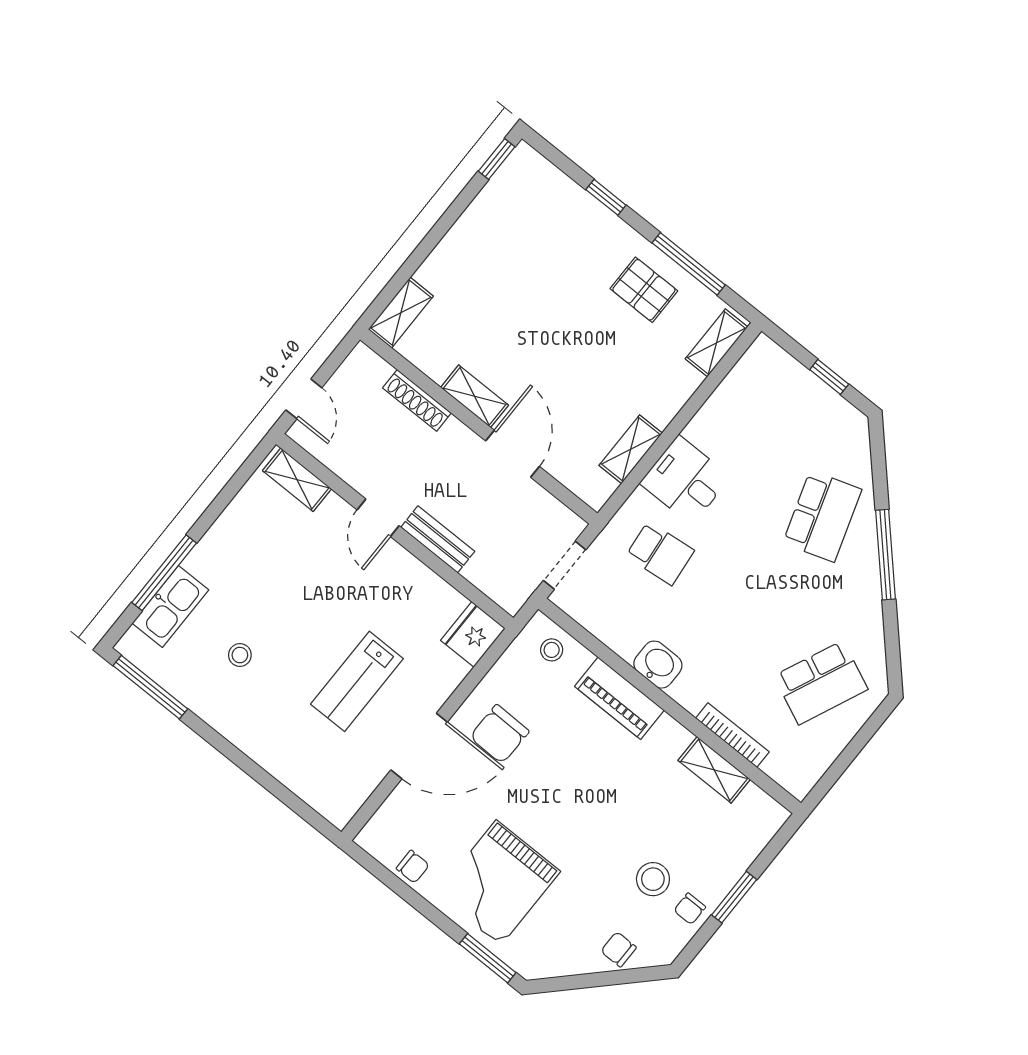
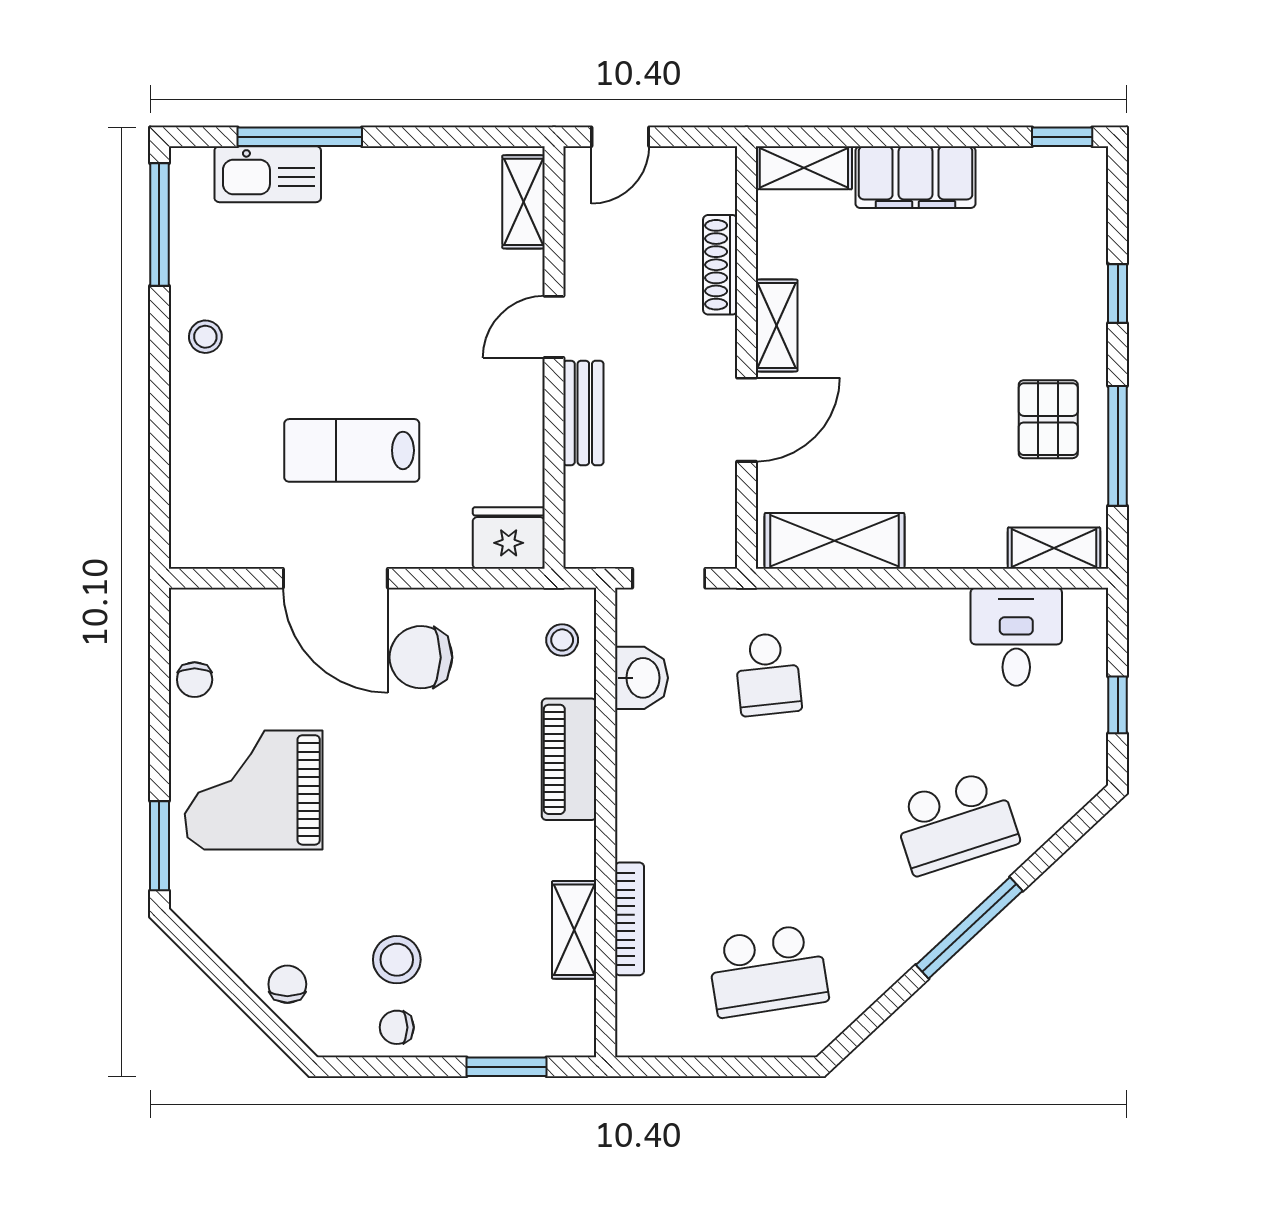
filing cabinet: (455, 256) -> (915, 177), added
shelving: (631, 449) -> (834, 541), width x1.50, depth x1.33
desk: (685, 480) -> (1016, 637), moved
stool: (240, 655) -> (205, 337), moved
washbasin: (658, 665) -> (641, 678), moved
school desk: (821, 683) -> (768, 971), turned -33
window: (734, 897) -> (506, 1067), moved

